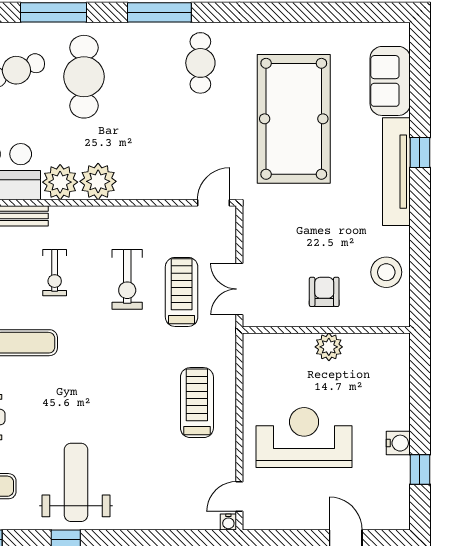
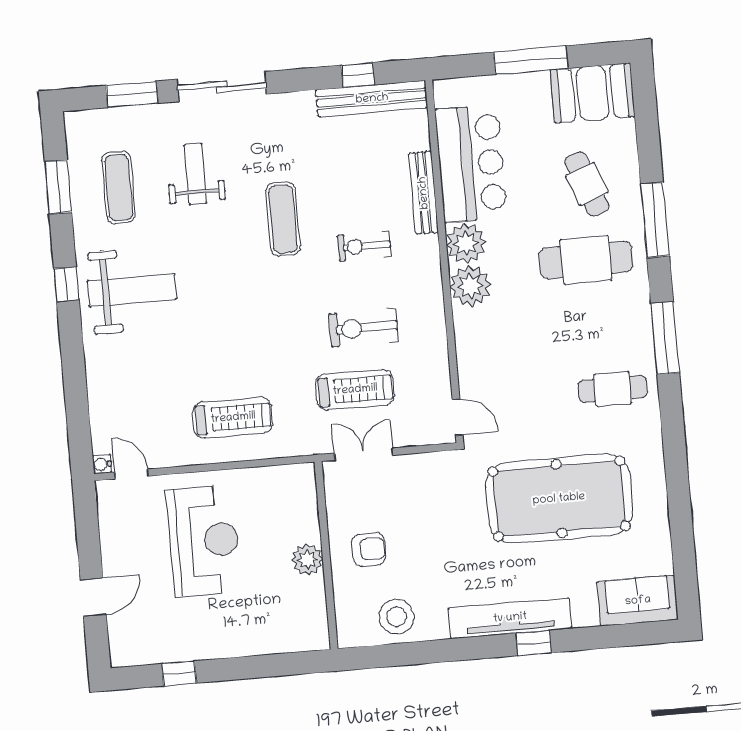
sofa: (390, 81) -> (638, 601), moved
water cooler: (398, 443) -> (207, 647), removed

